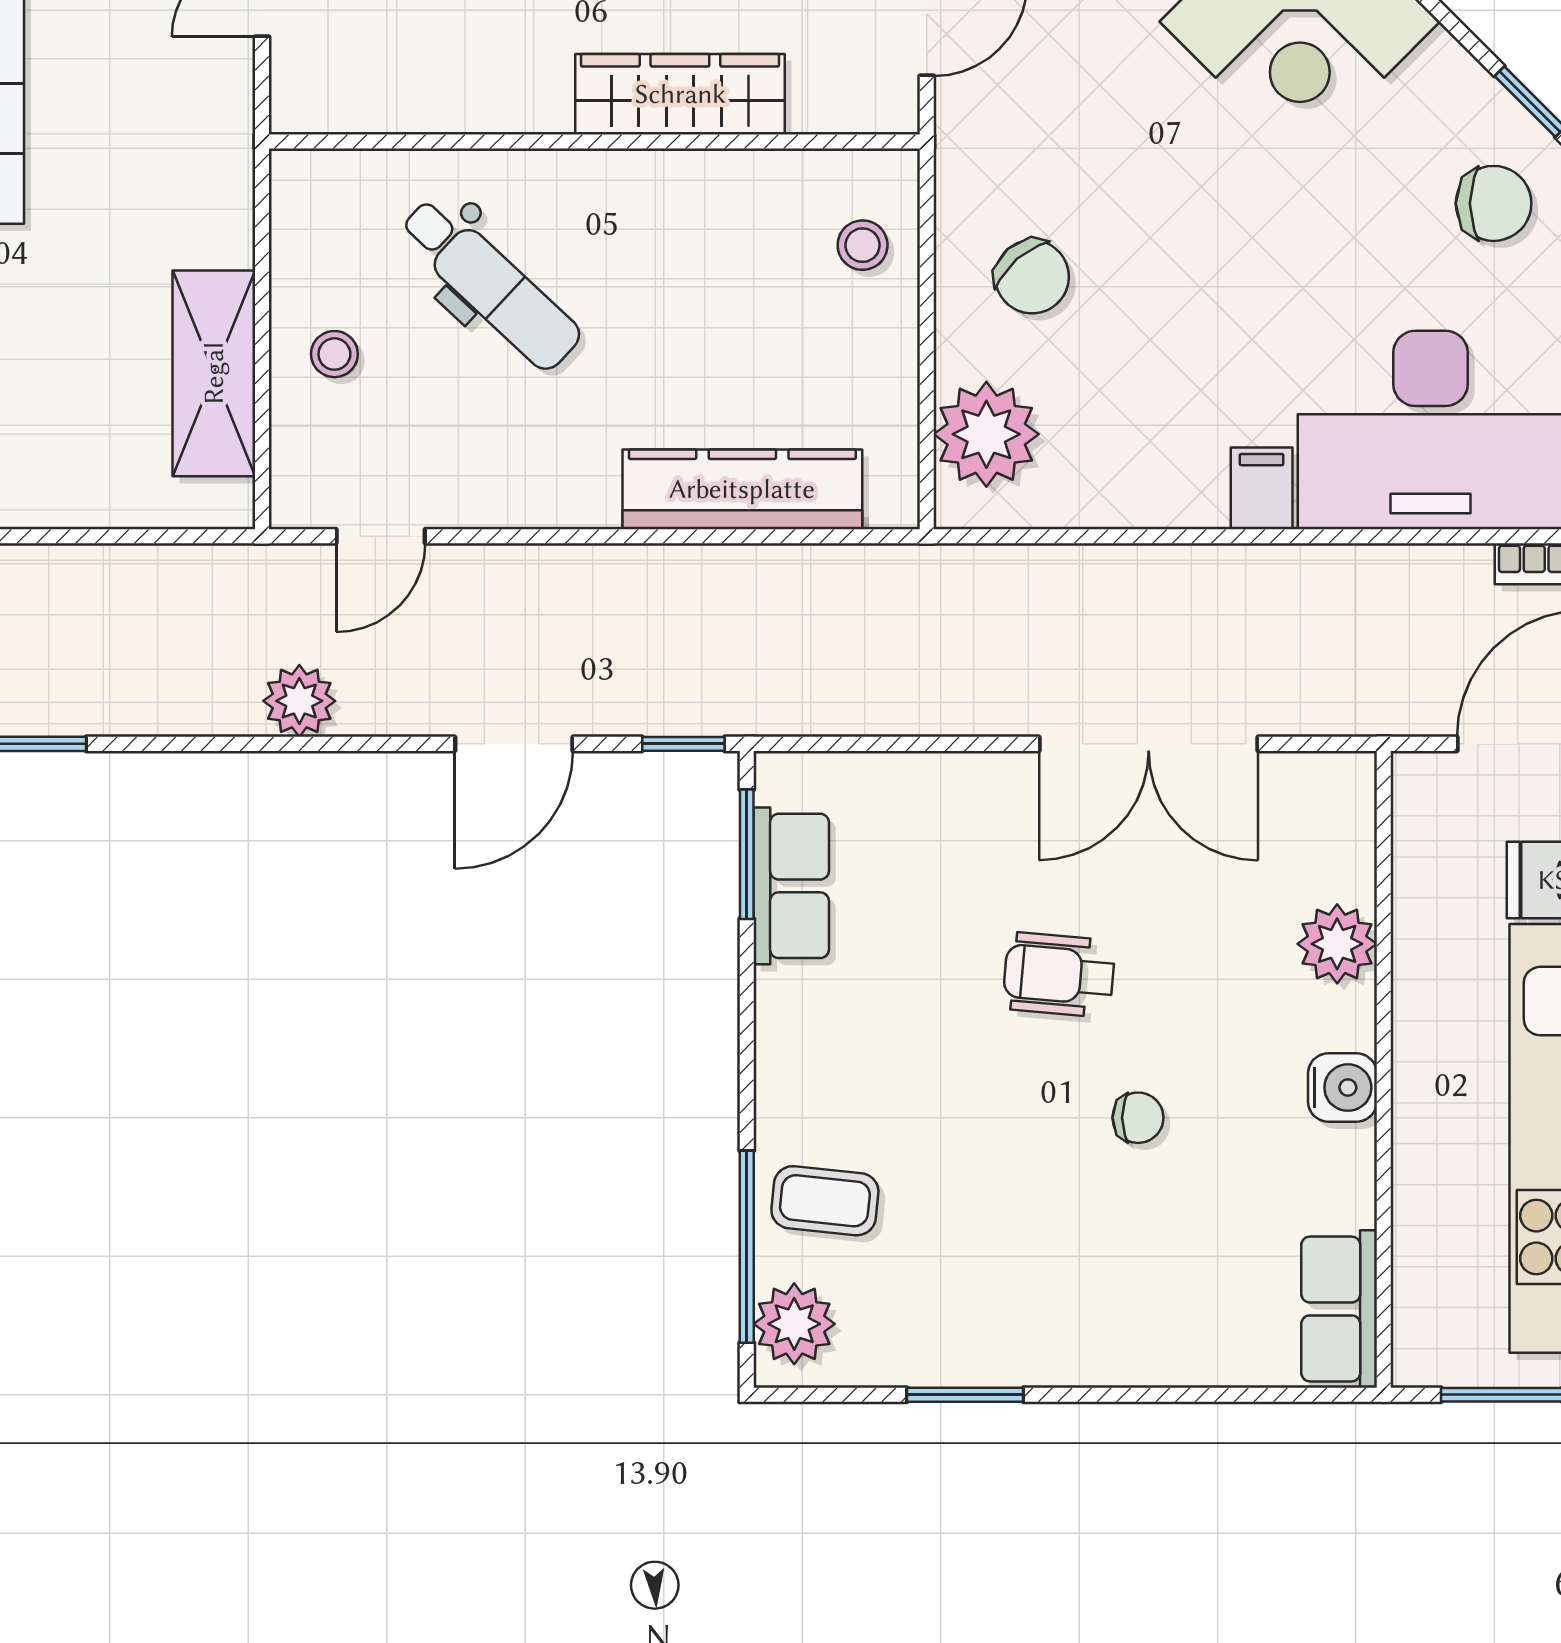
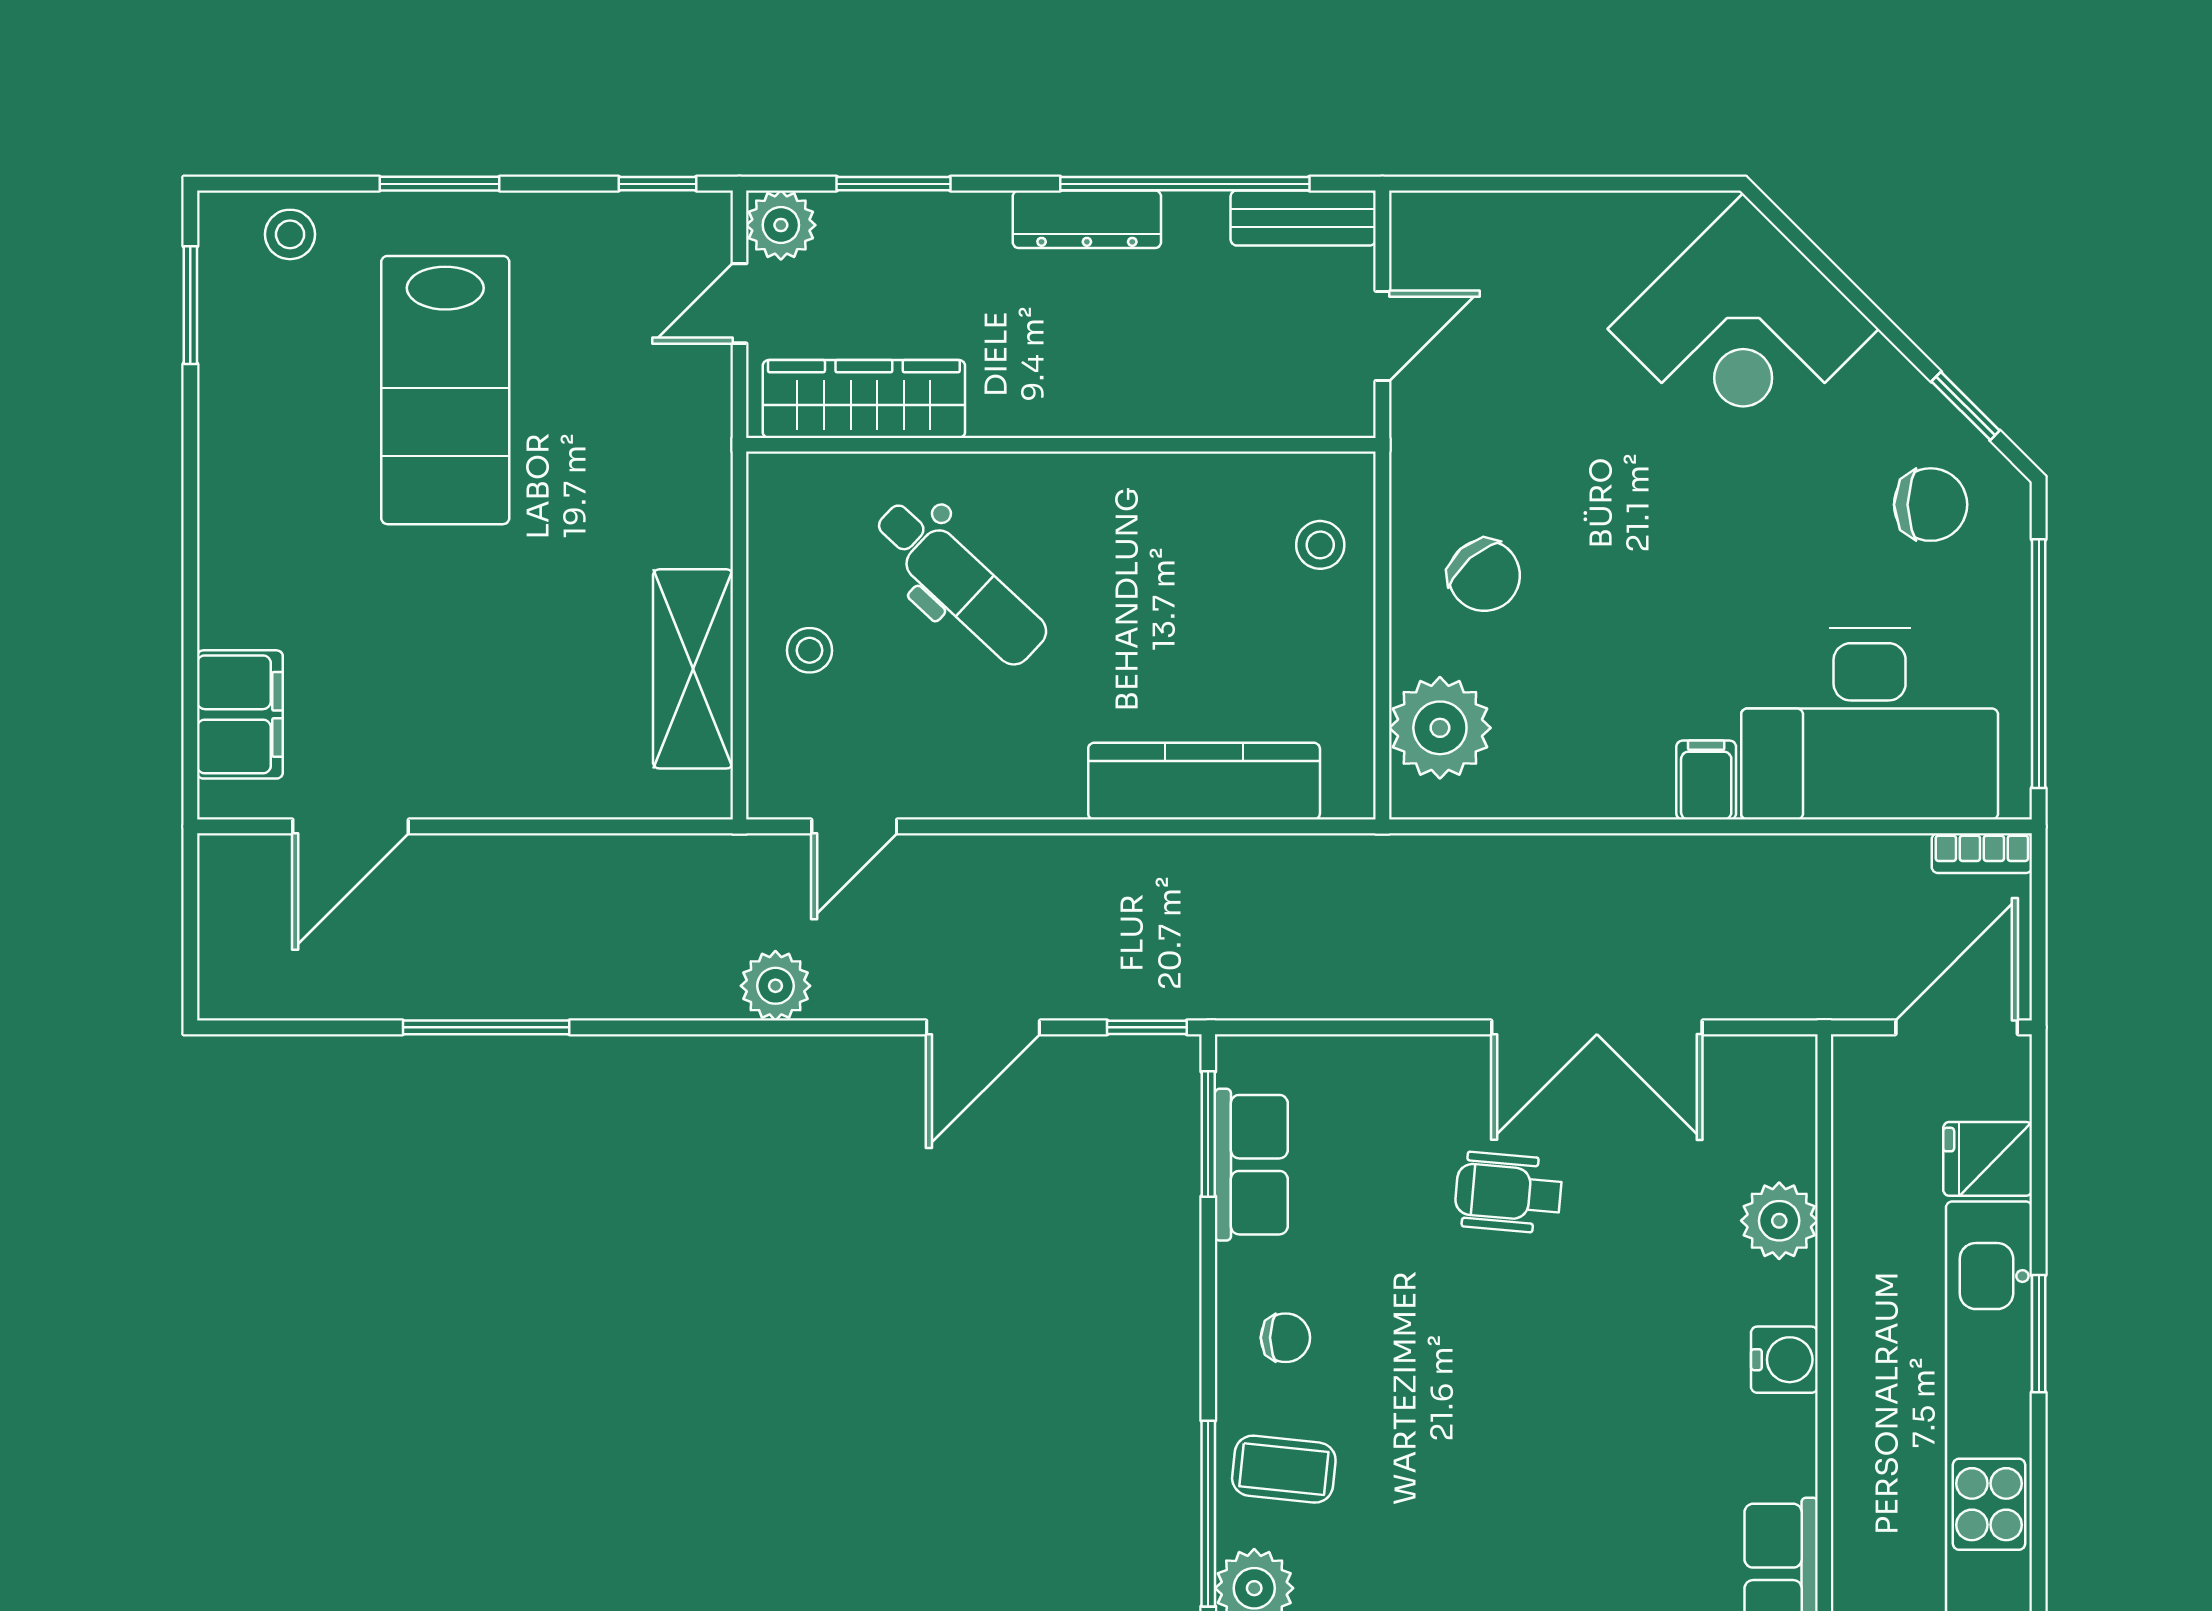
wardrobe: (680, 94) -> (864, 399), moved
wheelchair: (1059, 975) -> (1508, 1193), moved
chair: (1138, 1118) -> (1285, 1338), moved

